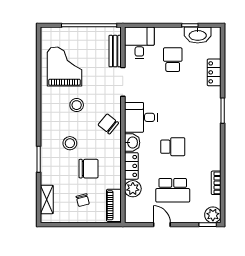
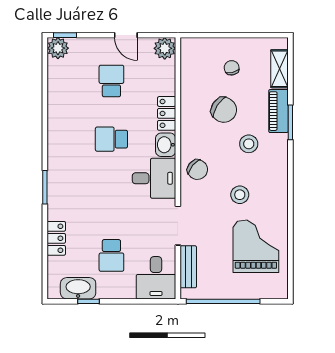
grand piano: (64, 66) -> (256, 246), turned 180
chair: (89, 169) -> (224, 110), turned -147
bookcase: (216, 183) -> (53, 91), removed
plant: (133, 189) -> (165, 48), moved
school desk: (173, 190) -> (111, 81), width x0.54
piano: (114, 205) -> (278, 111), moved, turned 180

